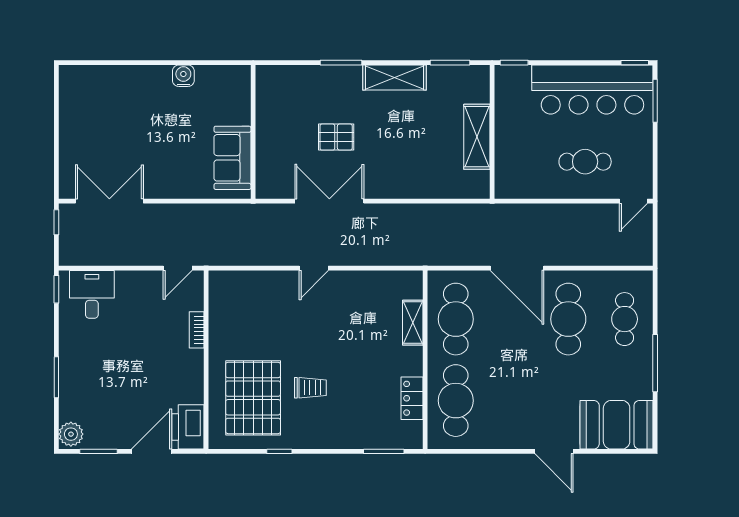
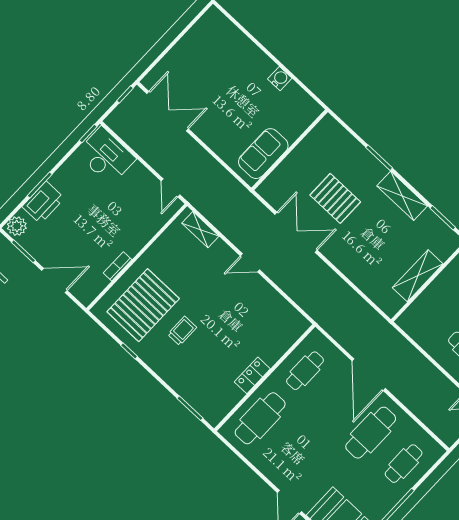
pallet: (336, 137) -> (335, 198), width x1.50, depth x1.42
door: (178, 268) -> (171, 188), hinge flipped
desk: (92, 294) -> (106, 156), width x1.37
cafe table: (456, 319) -> (305, 371), width x0.73, depth x0.74
shelving: (413, 323) -> (200, 230), moved, turned 90
bookcase: (197, 330) -> (117, 266), moved
trolley: (310, 388) -> (182, 331), turned -90
locker: (412, 398) -> (252, 375), moved
printer: (188, 427) -> (43, 202), moved, turned 180

